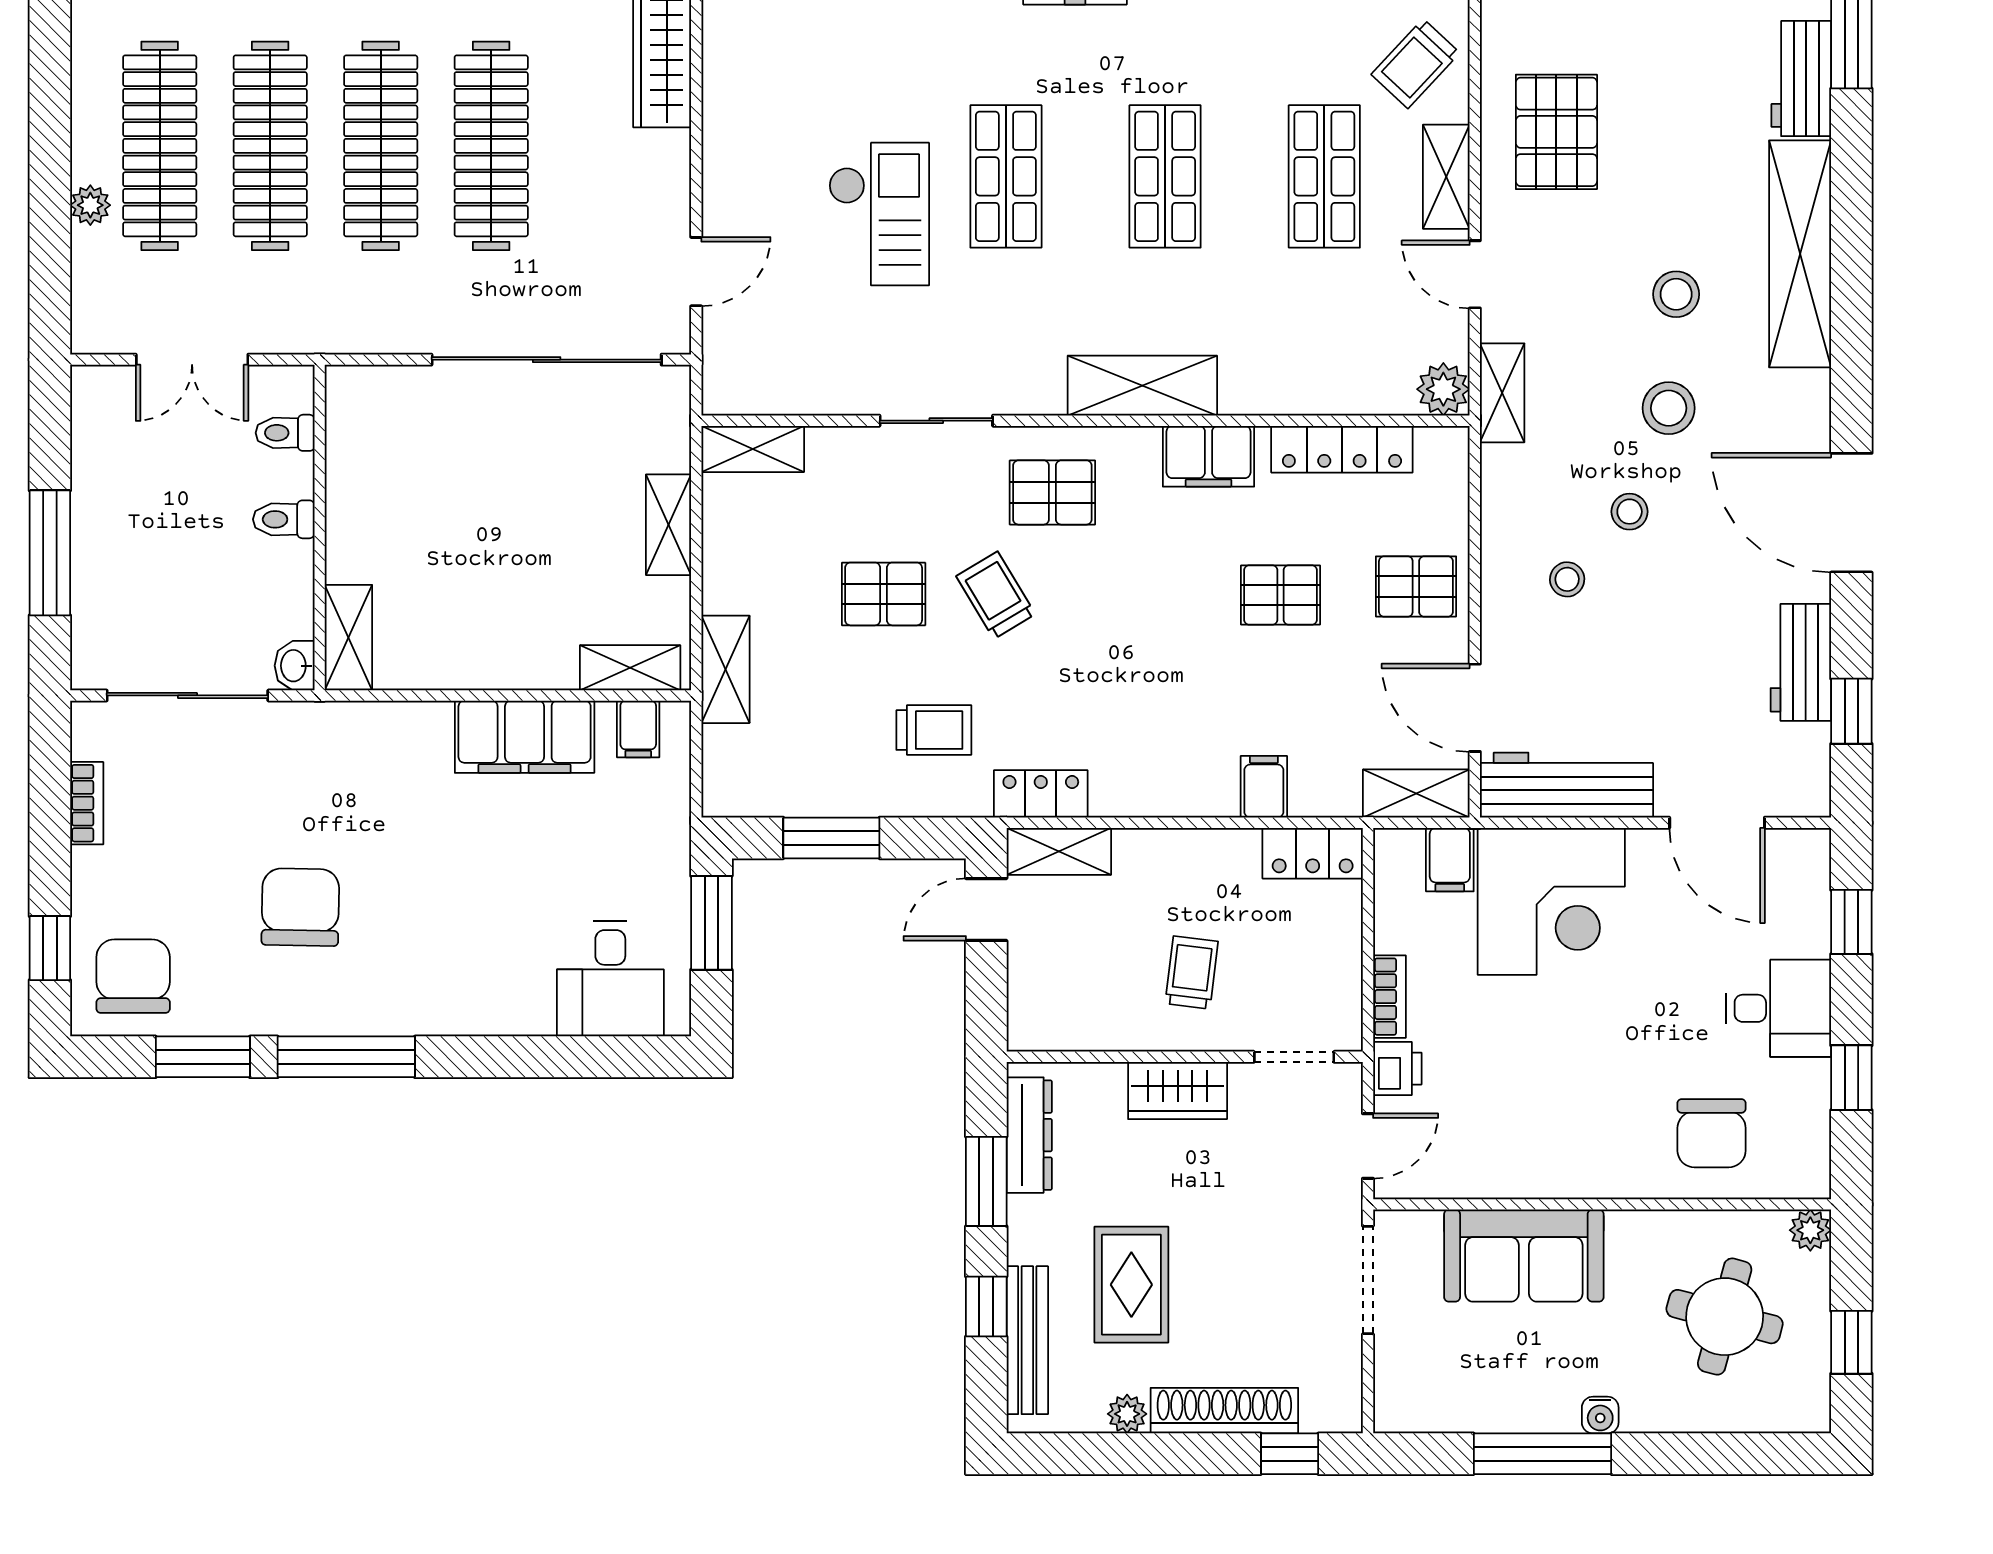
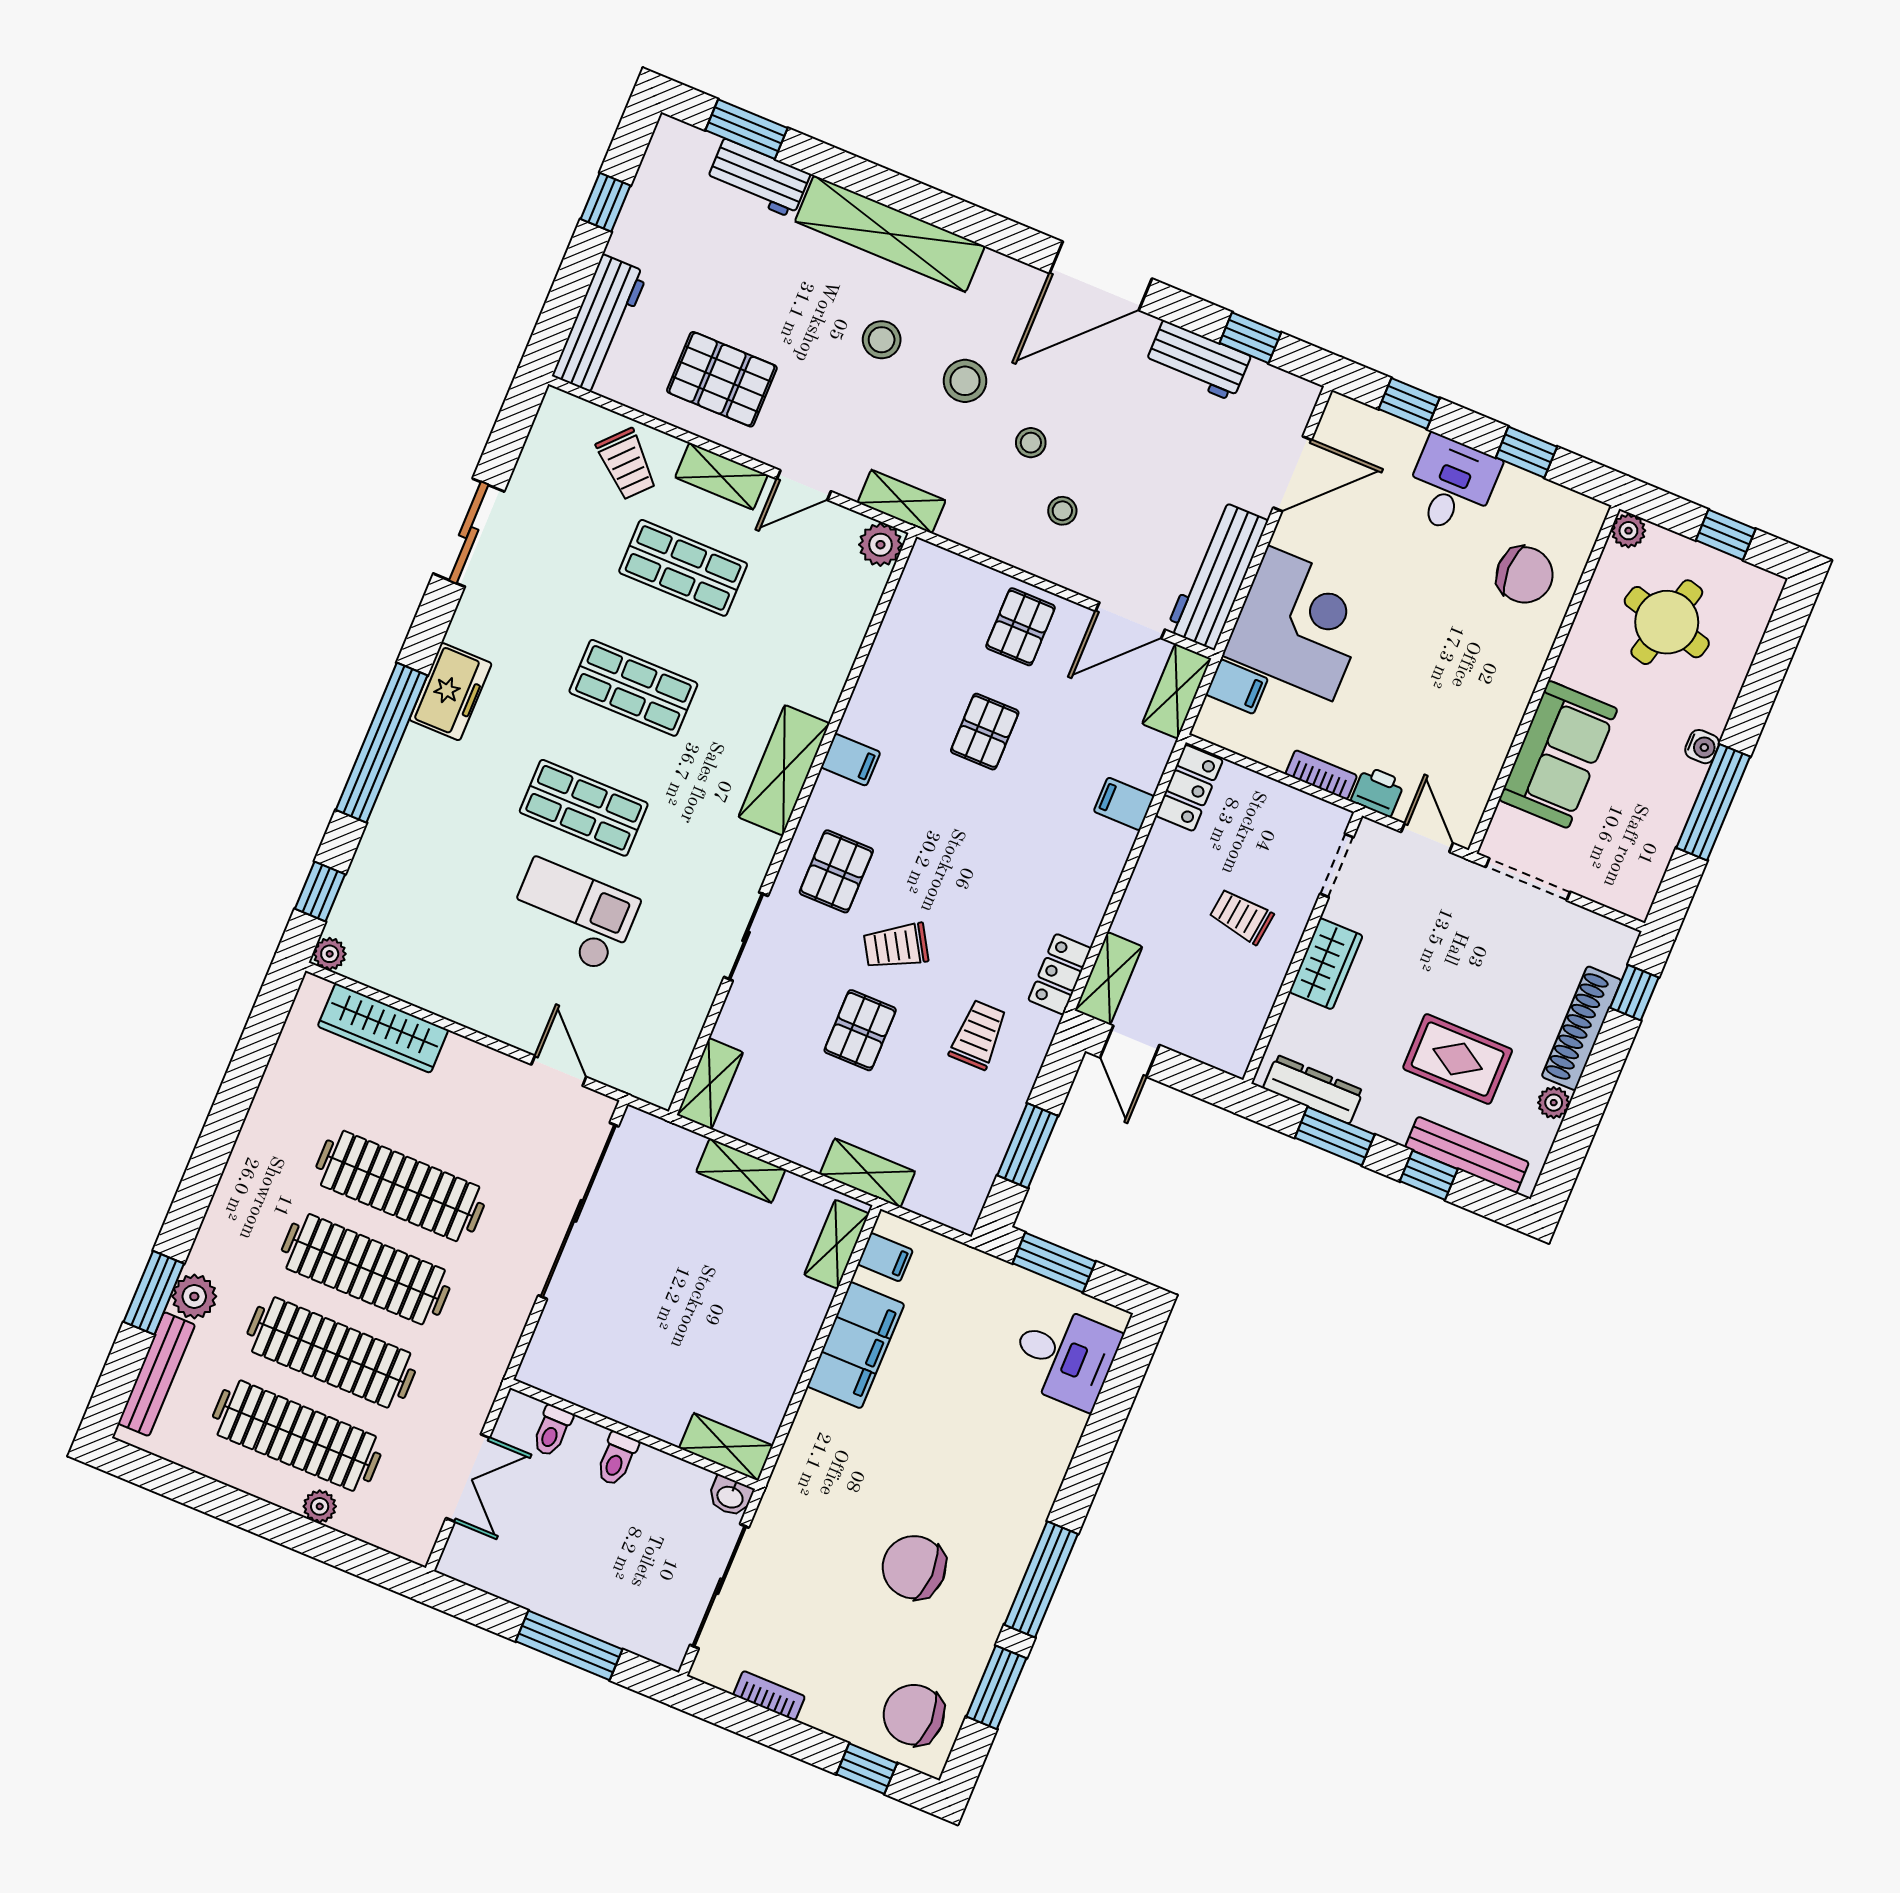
locker: (1342, 449) -> (894, 640), removed
filing cabinet: (1208, 456) -> (851, 760), width x0.50

